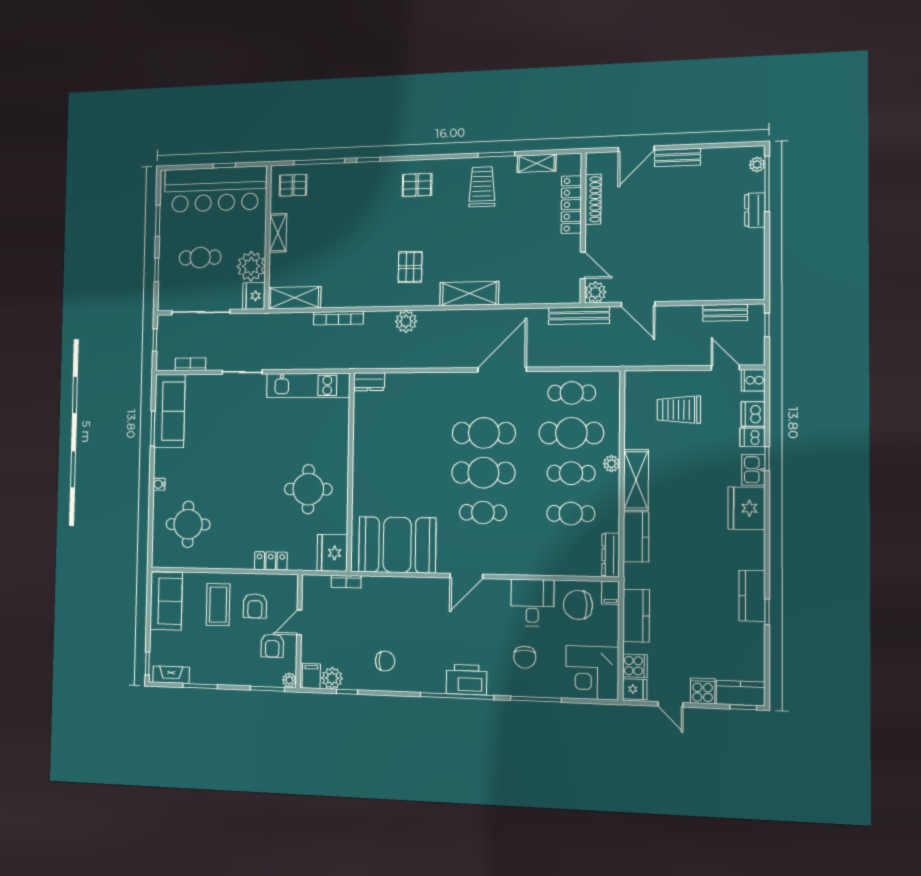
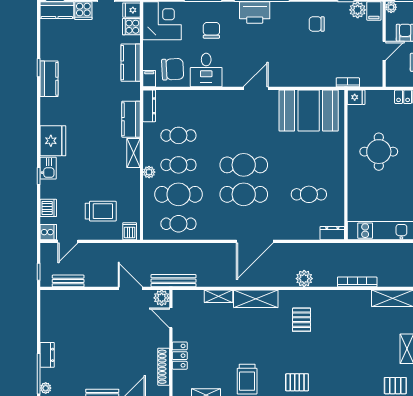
locker: (571, 205) -> (180, 356), width x0.66
shelving: (519, 296) -> (218, 296), added
door: (725, 368) -> (68, 241), hinge flipped
door: (502, 370) -> (255, 241), moved
dishwasher: (752, 437) -> (130, 231), moved, turned -90
shelving: (636, 480) -> (133, 153), width x0.67, depth x0.75
cafe table: (483, 512) -> (309, 194), moved
fridge: (332, 553) -> (356, 97), width x0.53, depth x0.75

